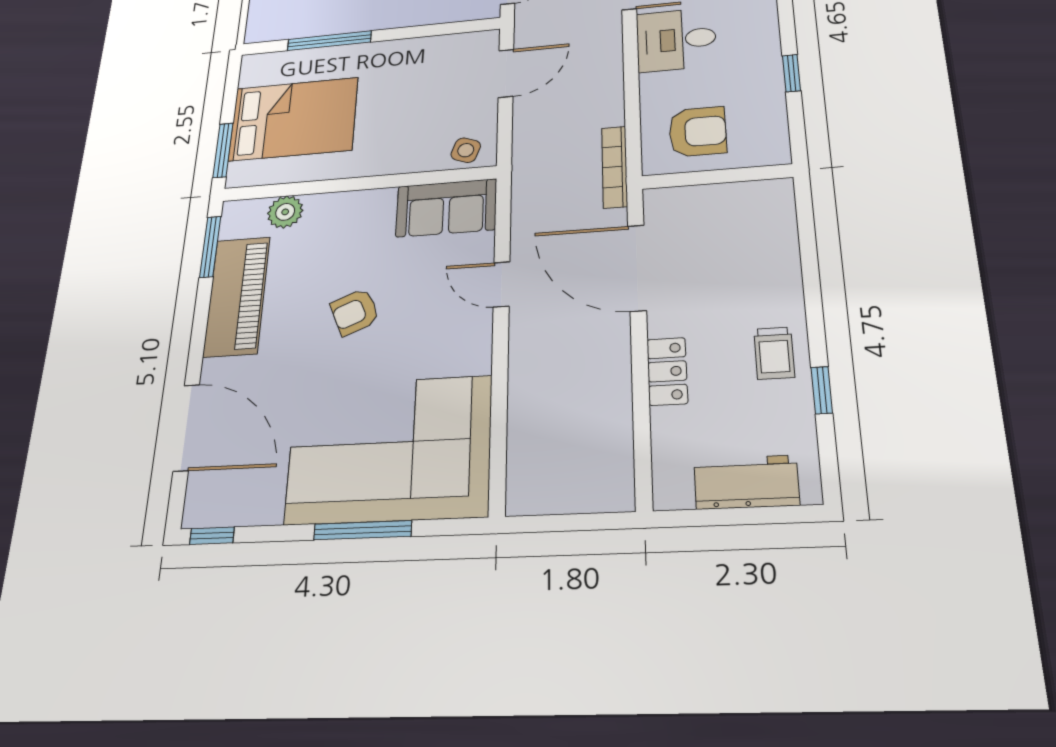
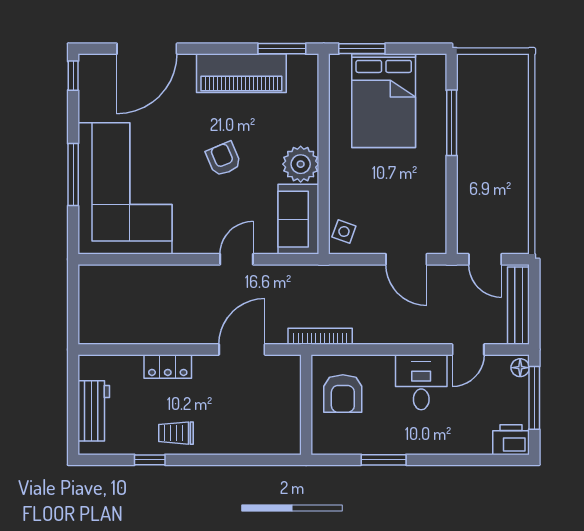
window: (792, 73) -> (384, 460), width x1.50
plant: (285, 212) -> (301, 164), moved, width x1.36, depth x1.36
door: (637, 268) -> (242, 349), width x0.73

